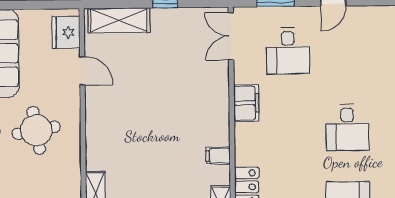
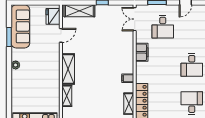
door: (82, 71) -> (61, 35), hinge flipped
round table: (36, 130) -> (38, 65), removed
shelving: (98, 138) -> (68, 69), added

